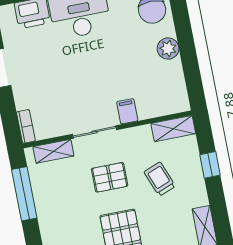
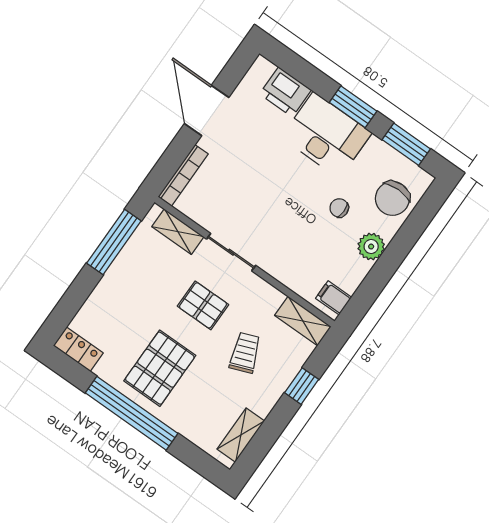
chair: (128, 46) -> (339, 208), added
filing cabinet: (127, 111) -> (334, 298), moved, turned -90
bookcase: (26, 126) -> (183, 175), width x1.56

